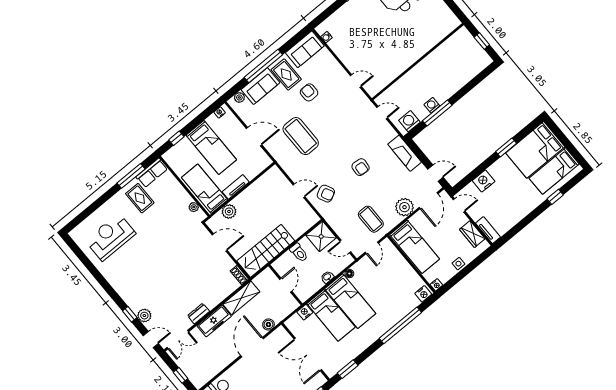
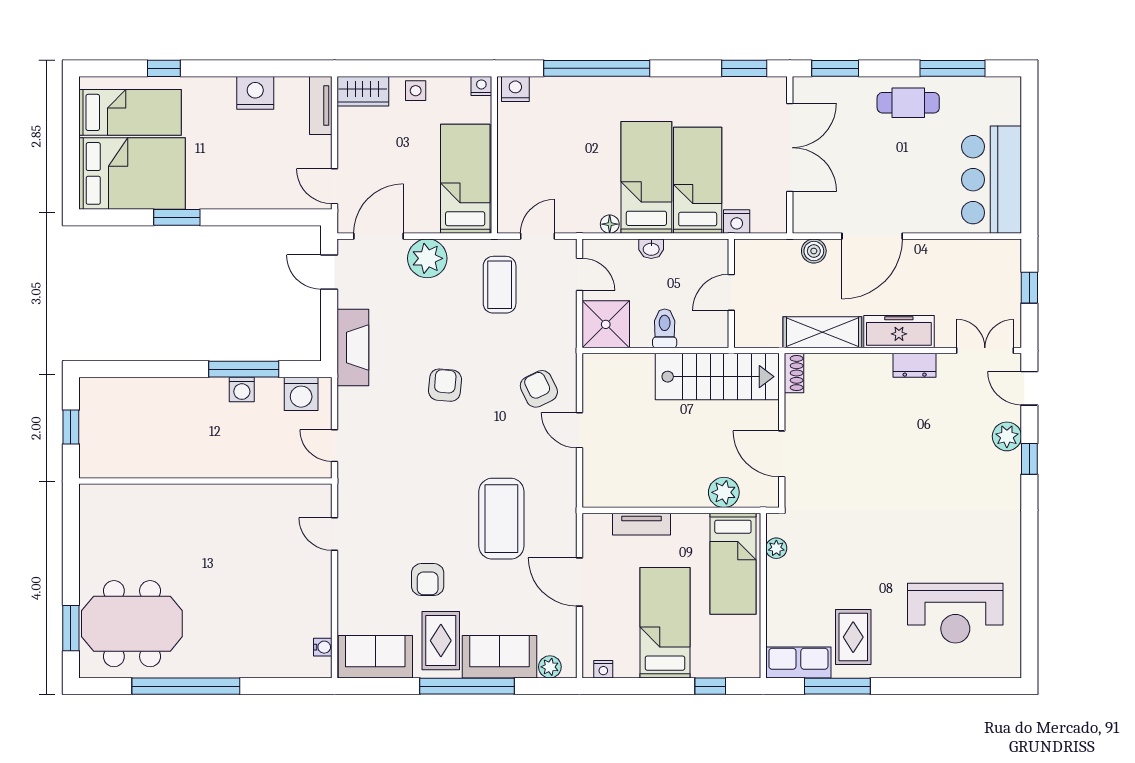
nightstand: (484, 181) -> (255, 93), moved, turned 180
tv unit: (236, 187) -> (641, 524), moved
wardrobe: (472, 234) -> (363, 91), moved, turned 90

